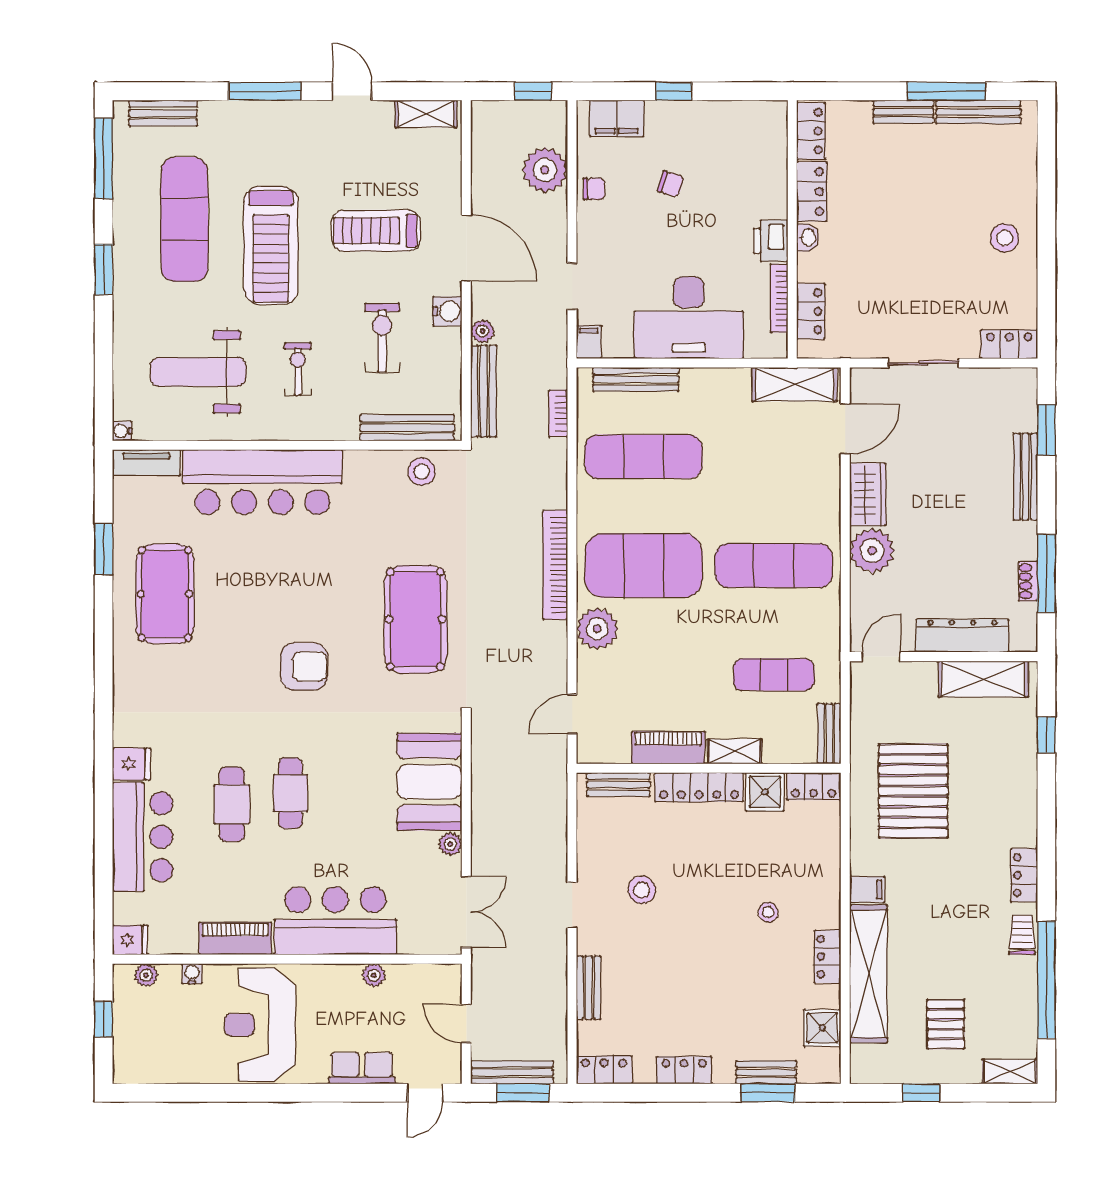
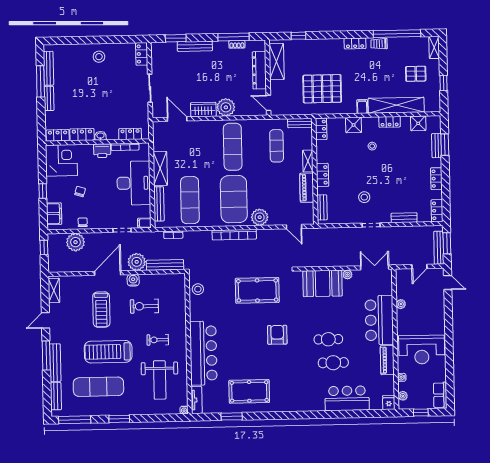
corner desk: (749, 139) -> (61, 160), added
treadmill: (271, 245) -> (108, 352), turned 180
plant: (482, 331) -> (137, 262), width x1.87, depth x1.87
shelving: (795, 384) -> (160, 169), moved
bench: (407, 428) -> (55, 363), moved
fridge: (131, 764) -> (318, 403), removed
locker: (699, 787) -> (322, 175), width x0.66
shower: (765, 792) -> (354, 125), moved
row of seats: (362, 1068) -> (440, 395), moved

